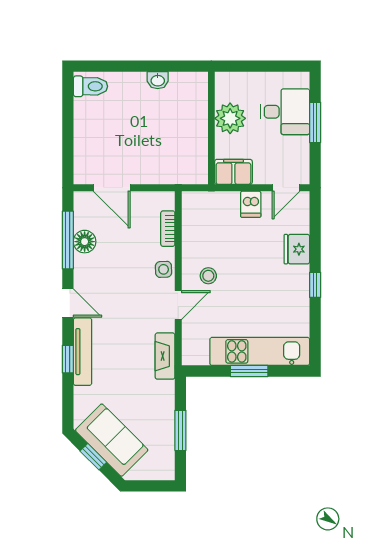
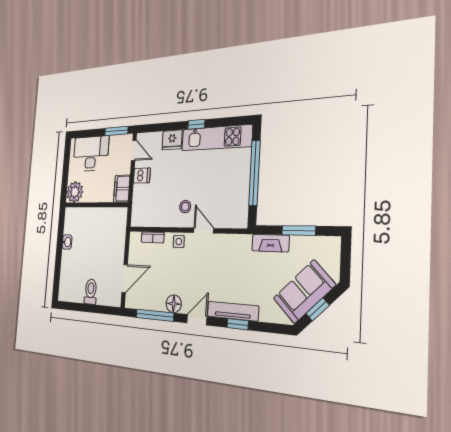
toilet: (90, 86) -> (91, 292), moved
desk: (285, 112) -> (91, 154), width x1.37
plant: (230, 118) -> (75, 192), moved
window: (315, 122) -> (116, 131), moved
floor lamp: (85, 242) -> (174, 304), moved
kitchen unit: (260, 351) -> (216, 138), moved, turned -90
fireplace: (165, 356) -> (270, 243), moved
window: (249, 371) -> (254, 173), width x2.11

